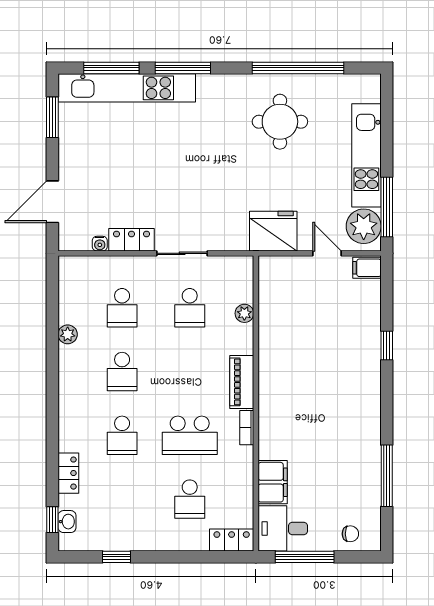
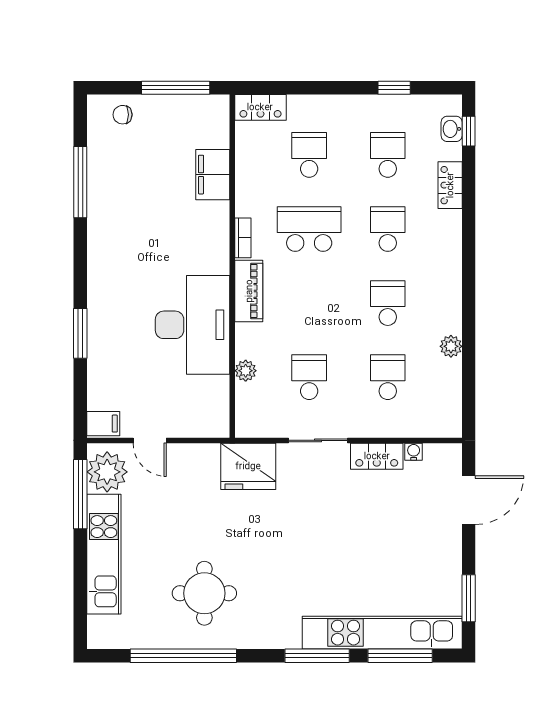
fridge: (273, 231) -> (248, 466), moved
window: (387, 345) -> (80, 333), width x1.50
school desk: (122, 499) -> (388, 155), added
desk: (283, 528) -> (193, 325), moved, width x1.87, depth x1.30

